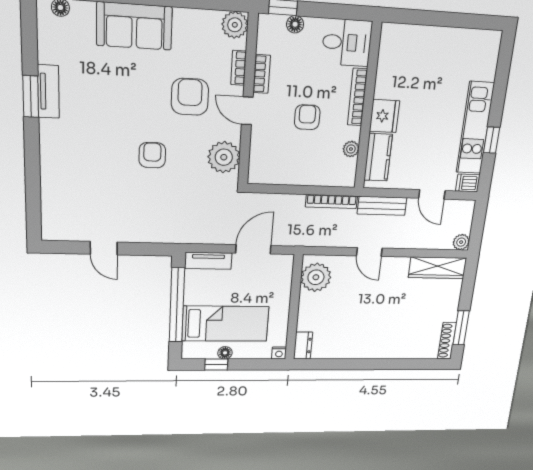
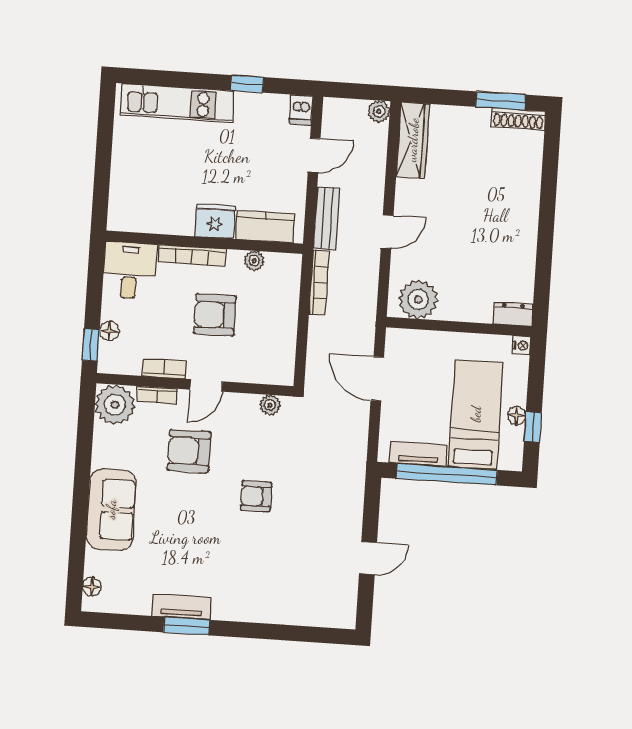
plant: (235, 25) -> (115, 405), width x1.36, depth x1.36
armchair: (307, 117) -> (215, 315), width x1.38, depth x1.38
kitchen unit: (475, 128) -> (177, 103), moved
plant: (224, 157) -> (270, 405), width x0.53, depth x0.53
tv unit: (208, 261) -> (418, 454), moved, turned -90

